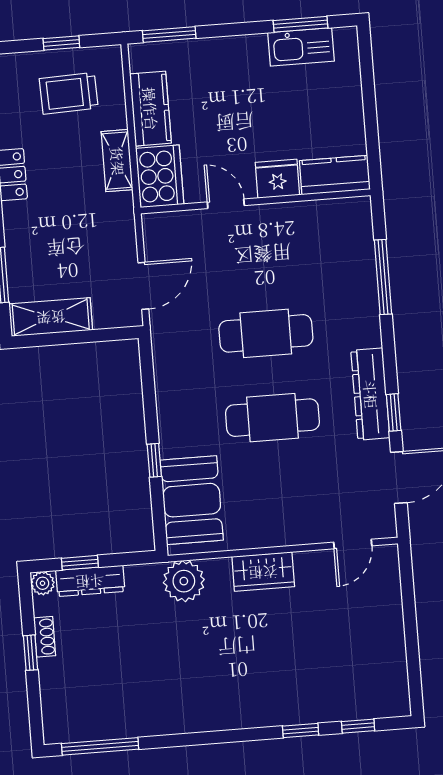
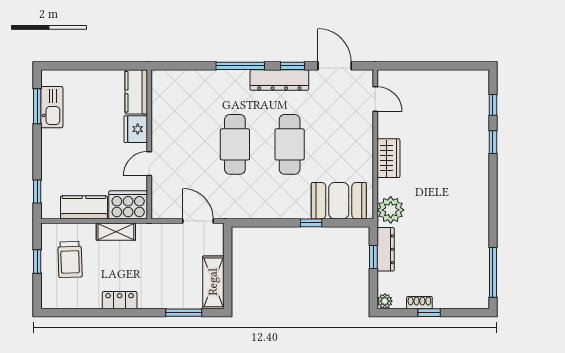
window: (169, 34) -> (37, 192), width x0.67
window: (383, 277) -> (240, 66), moved
window: (80, 563) -> (373, 257), moved
dresser: (90, 581) -> (386, 249), moved

